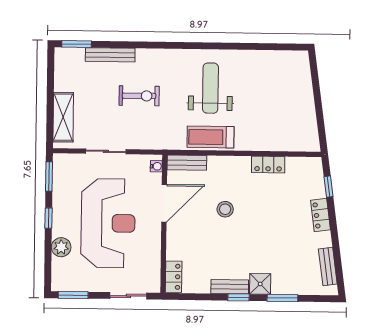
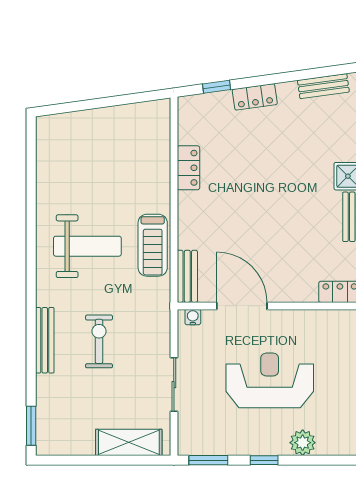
bench: (110, 55) -> (45, 340), moved
weight bench: (210, 88) -> (87, 246), turned 180
stool: (225, 209) -> (249, 224), removed
reception desk: (108, 223) -> (270, 380), width x0.74, depth x0.77

